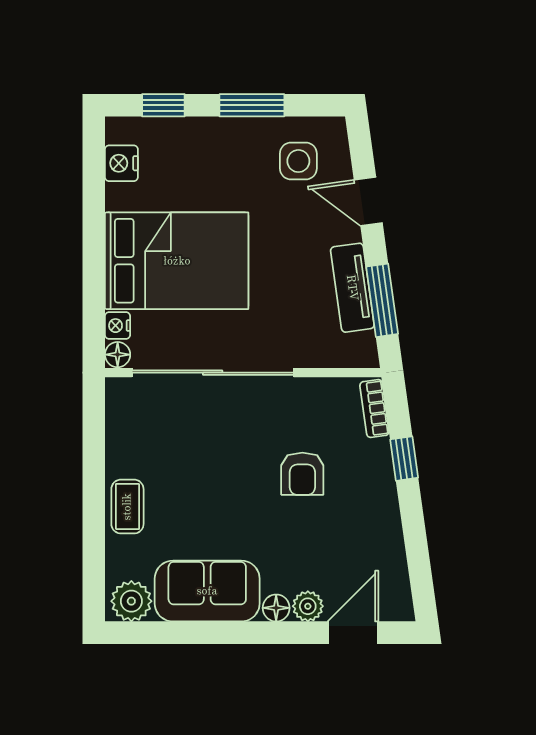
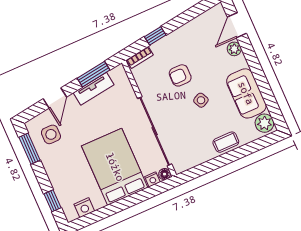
window: (252, 105) -> (30, 149), moved
armchair: (302, 474) -> (180, 75), turned 180
side table: (234, 494) -> (201, 100), added
floor lamp: (276, 608) -> (241, 62), removed
door: (353, 633) -> (237, 25), hinge flipped

